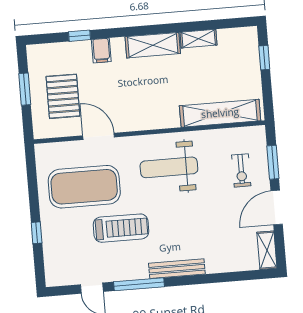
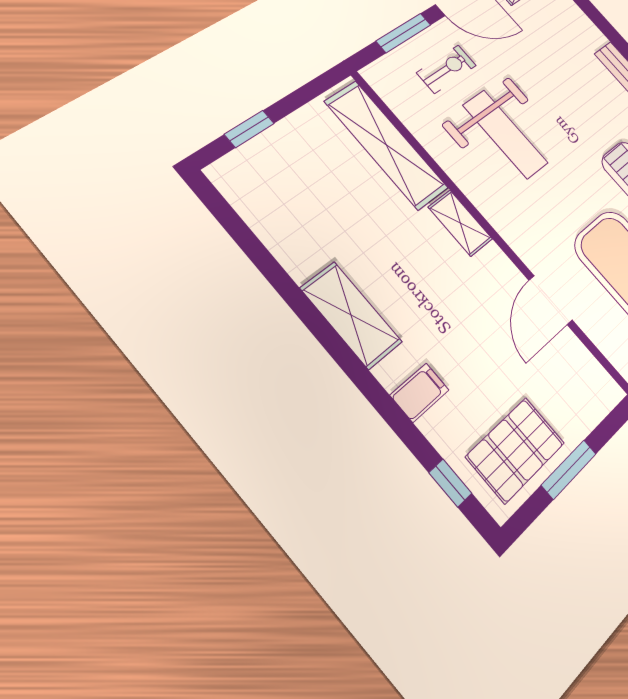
window: (80, 36) -> (450, 483), moved
shelving: (199, 39) -> (460, 223), moved
pallet: (63, 96) -> (516, 450), moved
weight bench: (169, 167) -> (505, 134), moved

